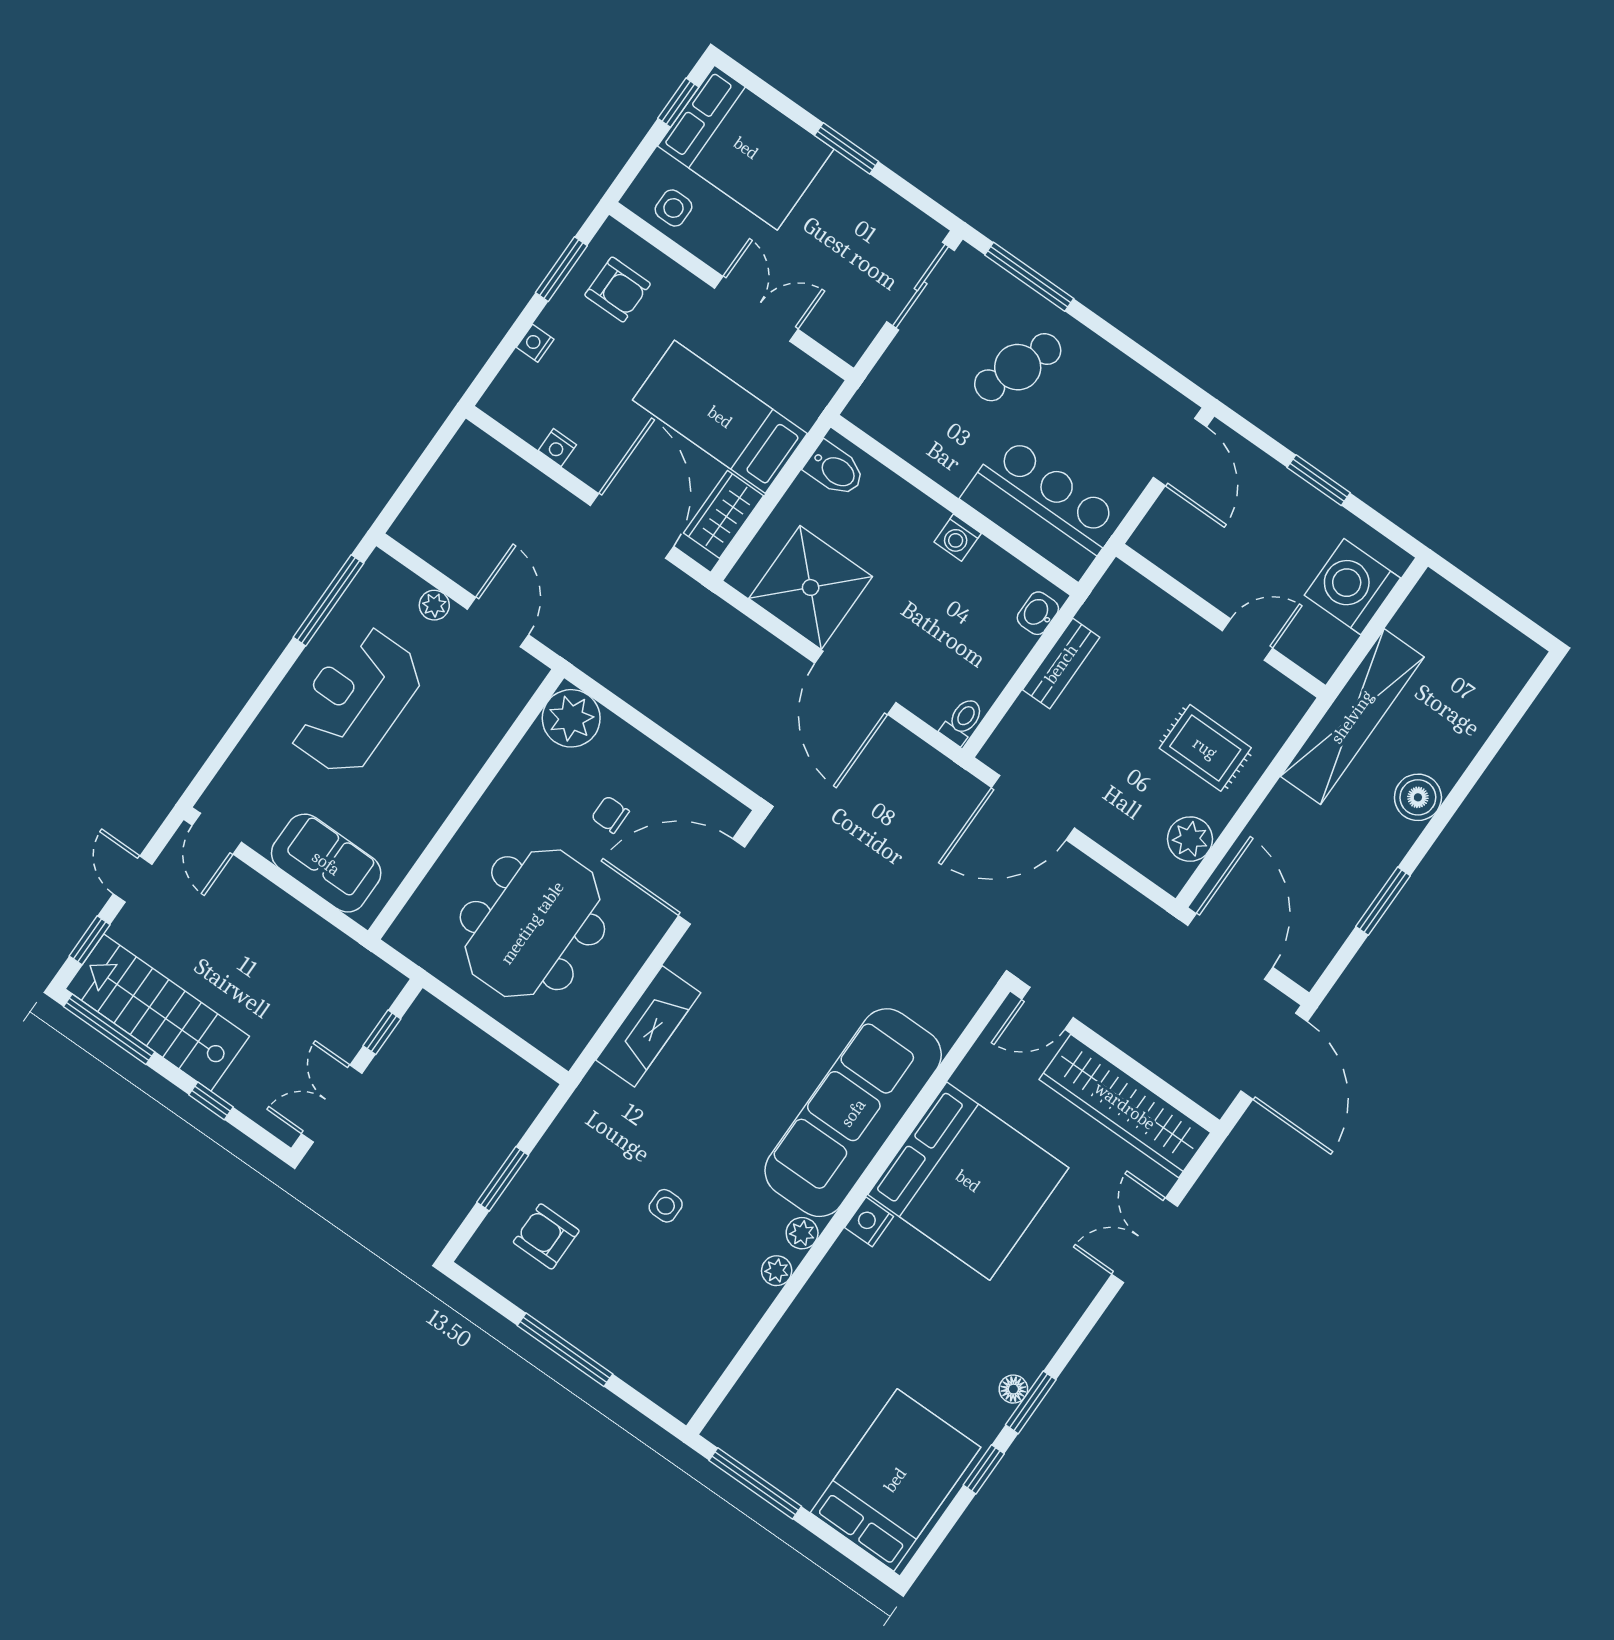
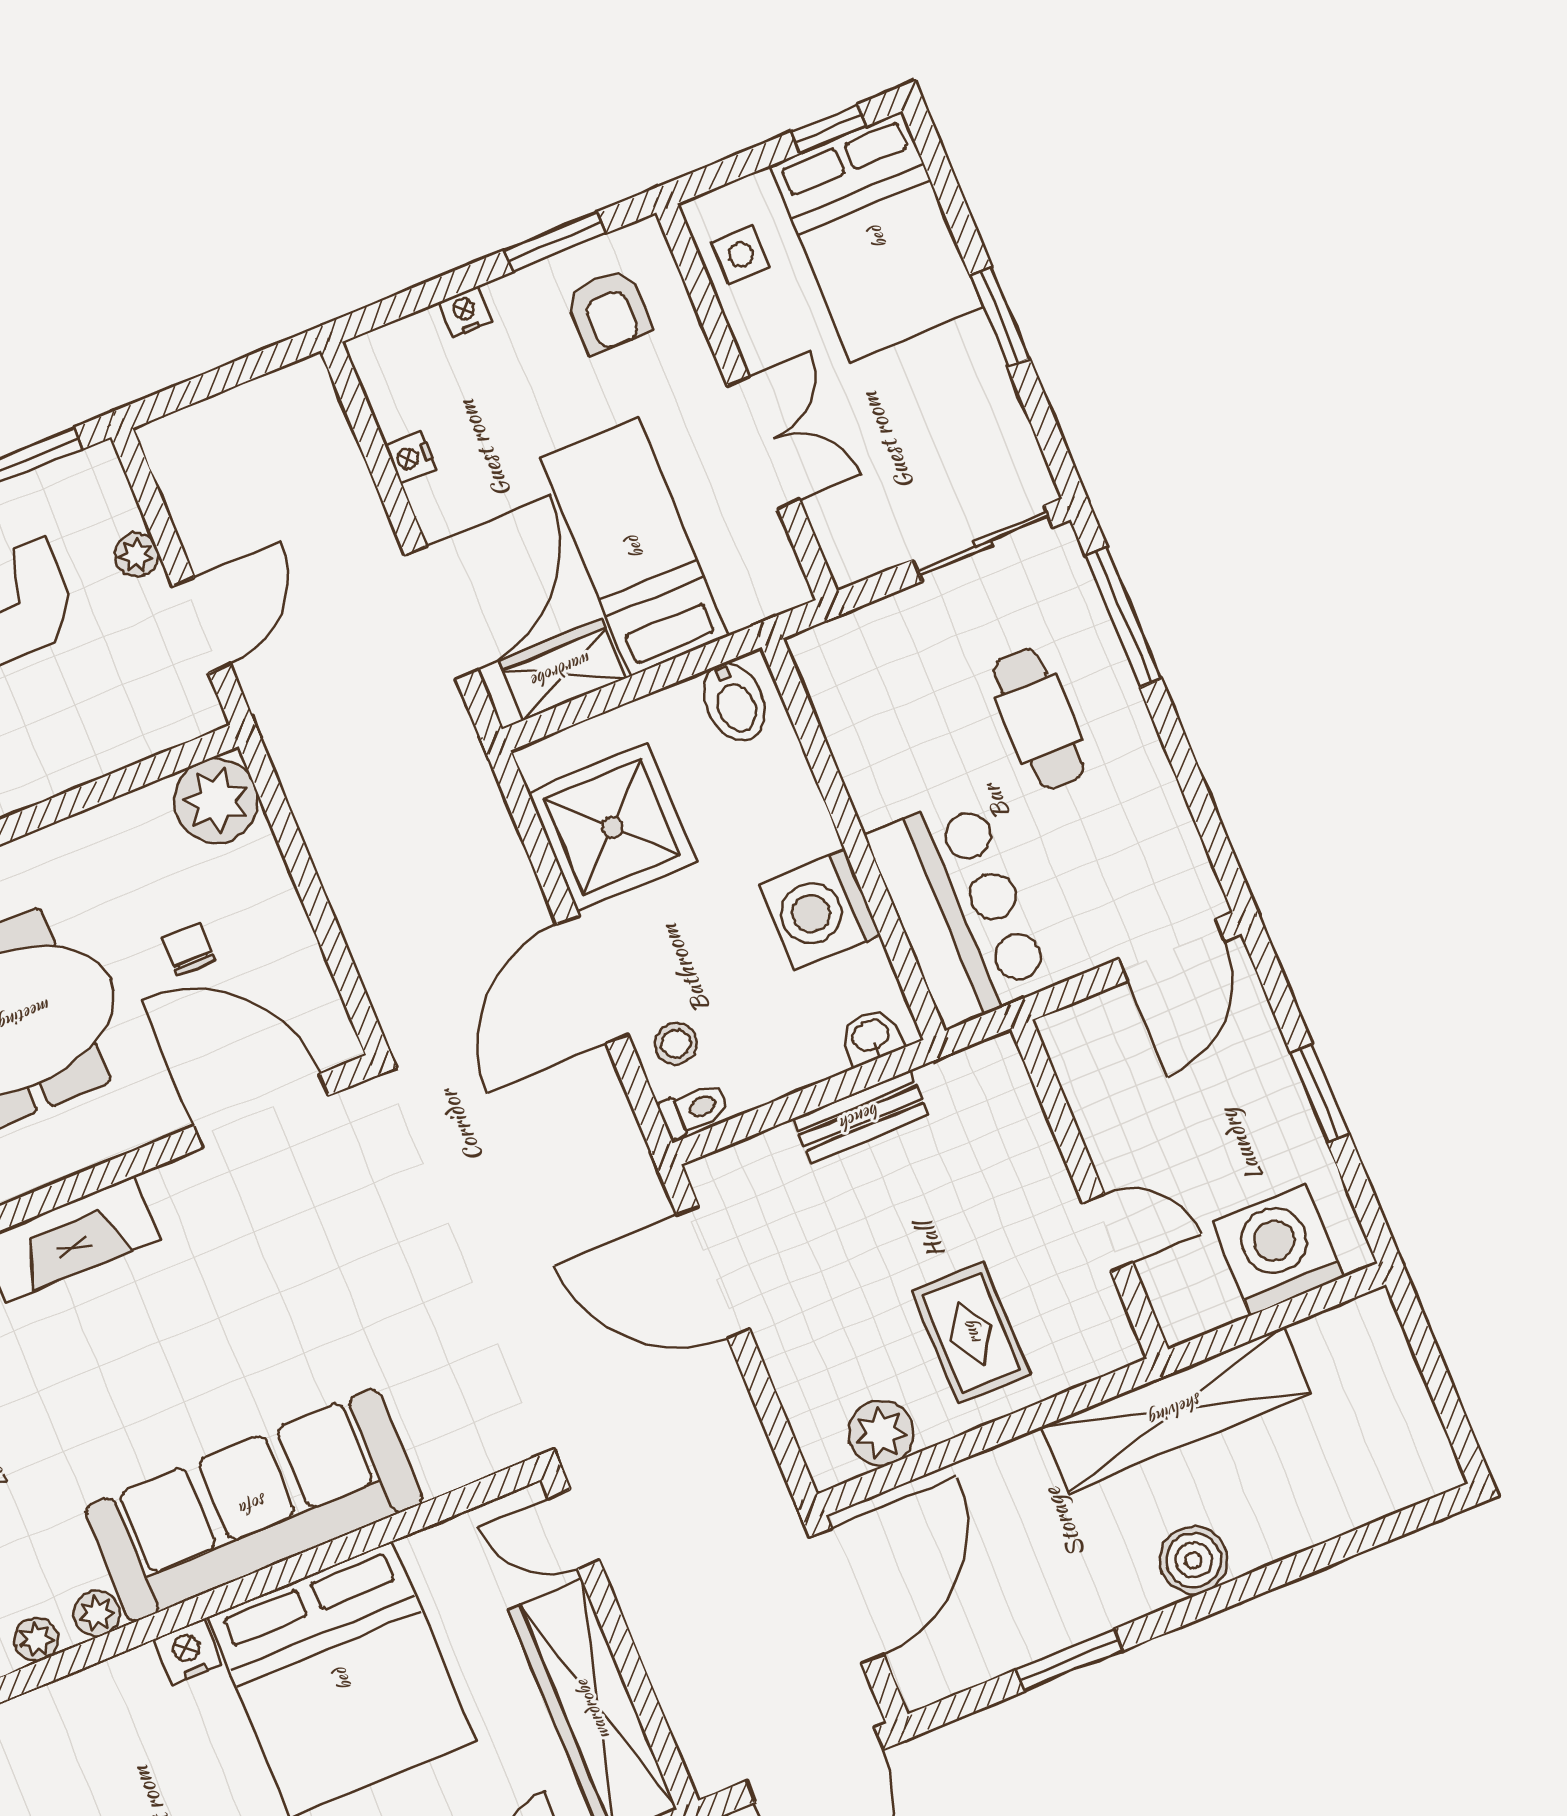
cafe table: (1018, 367) -> (1039, 719), turned 68
washing machine: (958, 538) -> (820, 910), width x1.89, depth x1.89
stool: (927, 689) -> (676, 1044), added

